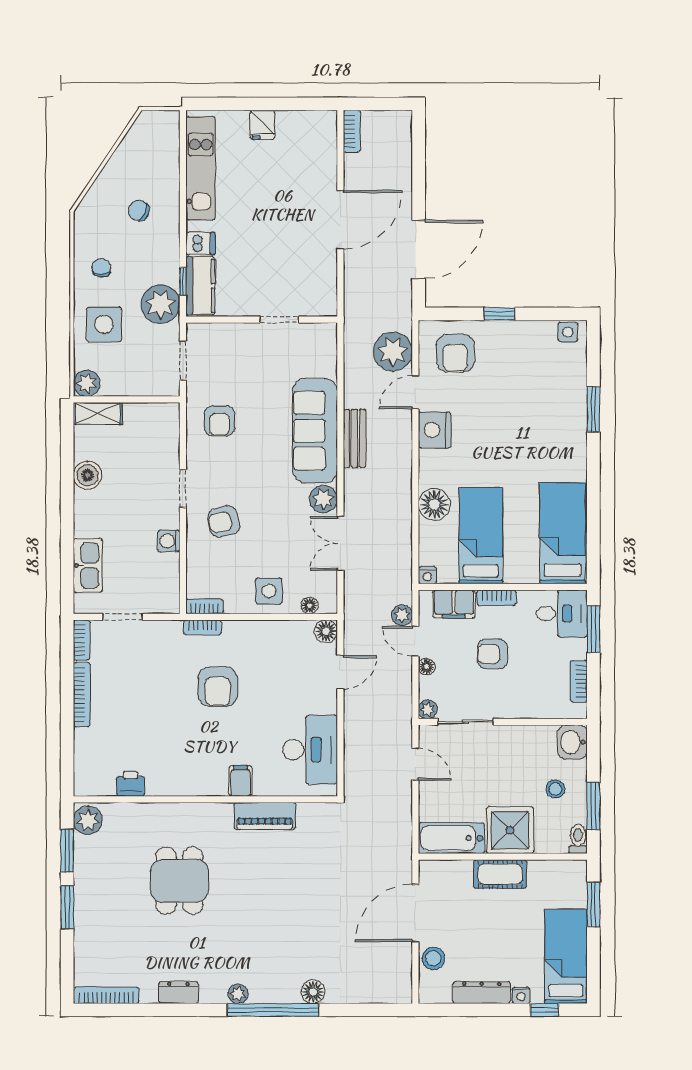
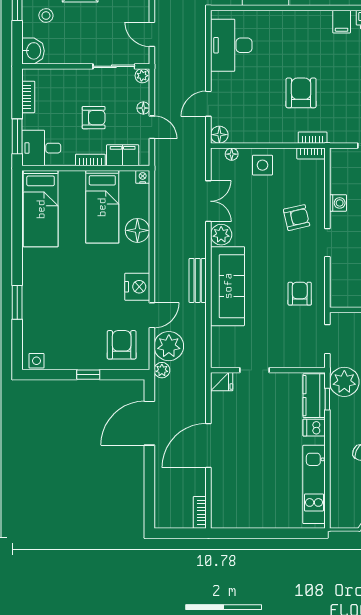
fridge: (262, 125) -> (222, 382), moved, turned 90
plant: (402, 615) -> (162, 370), moved
filing cabinet: (241, 781) -> (342, 22), moved

